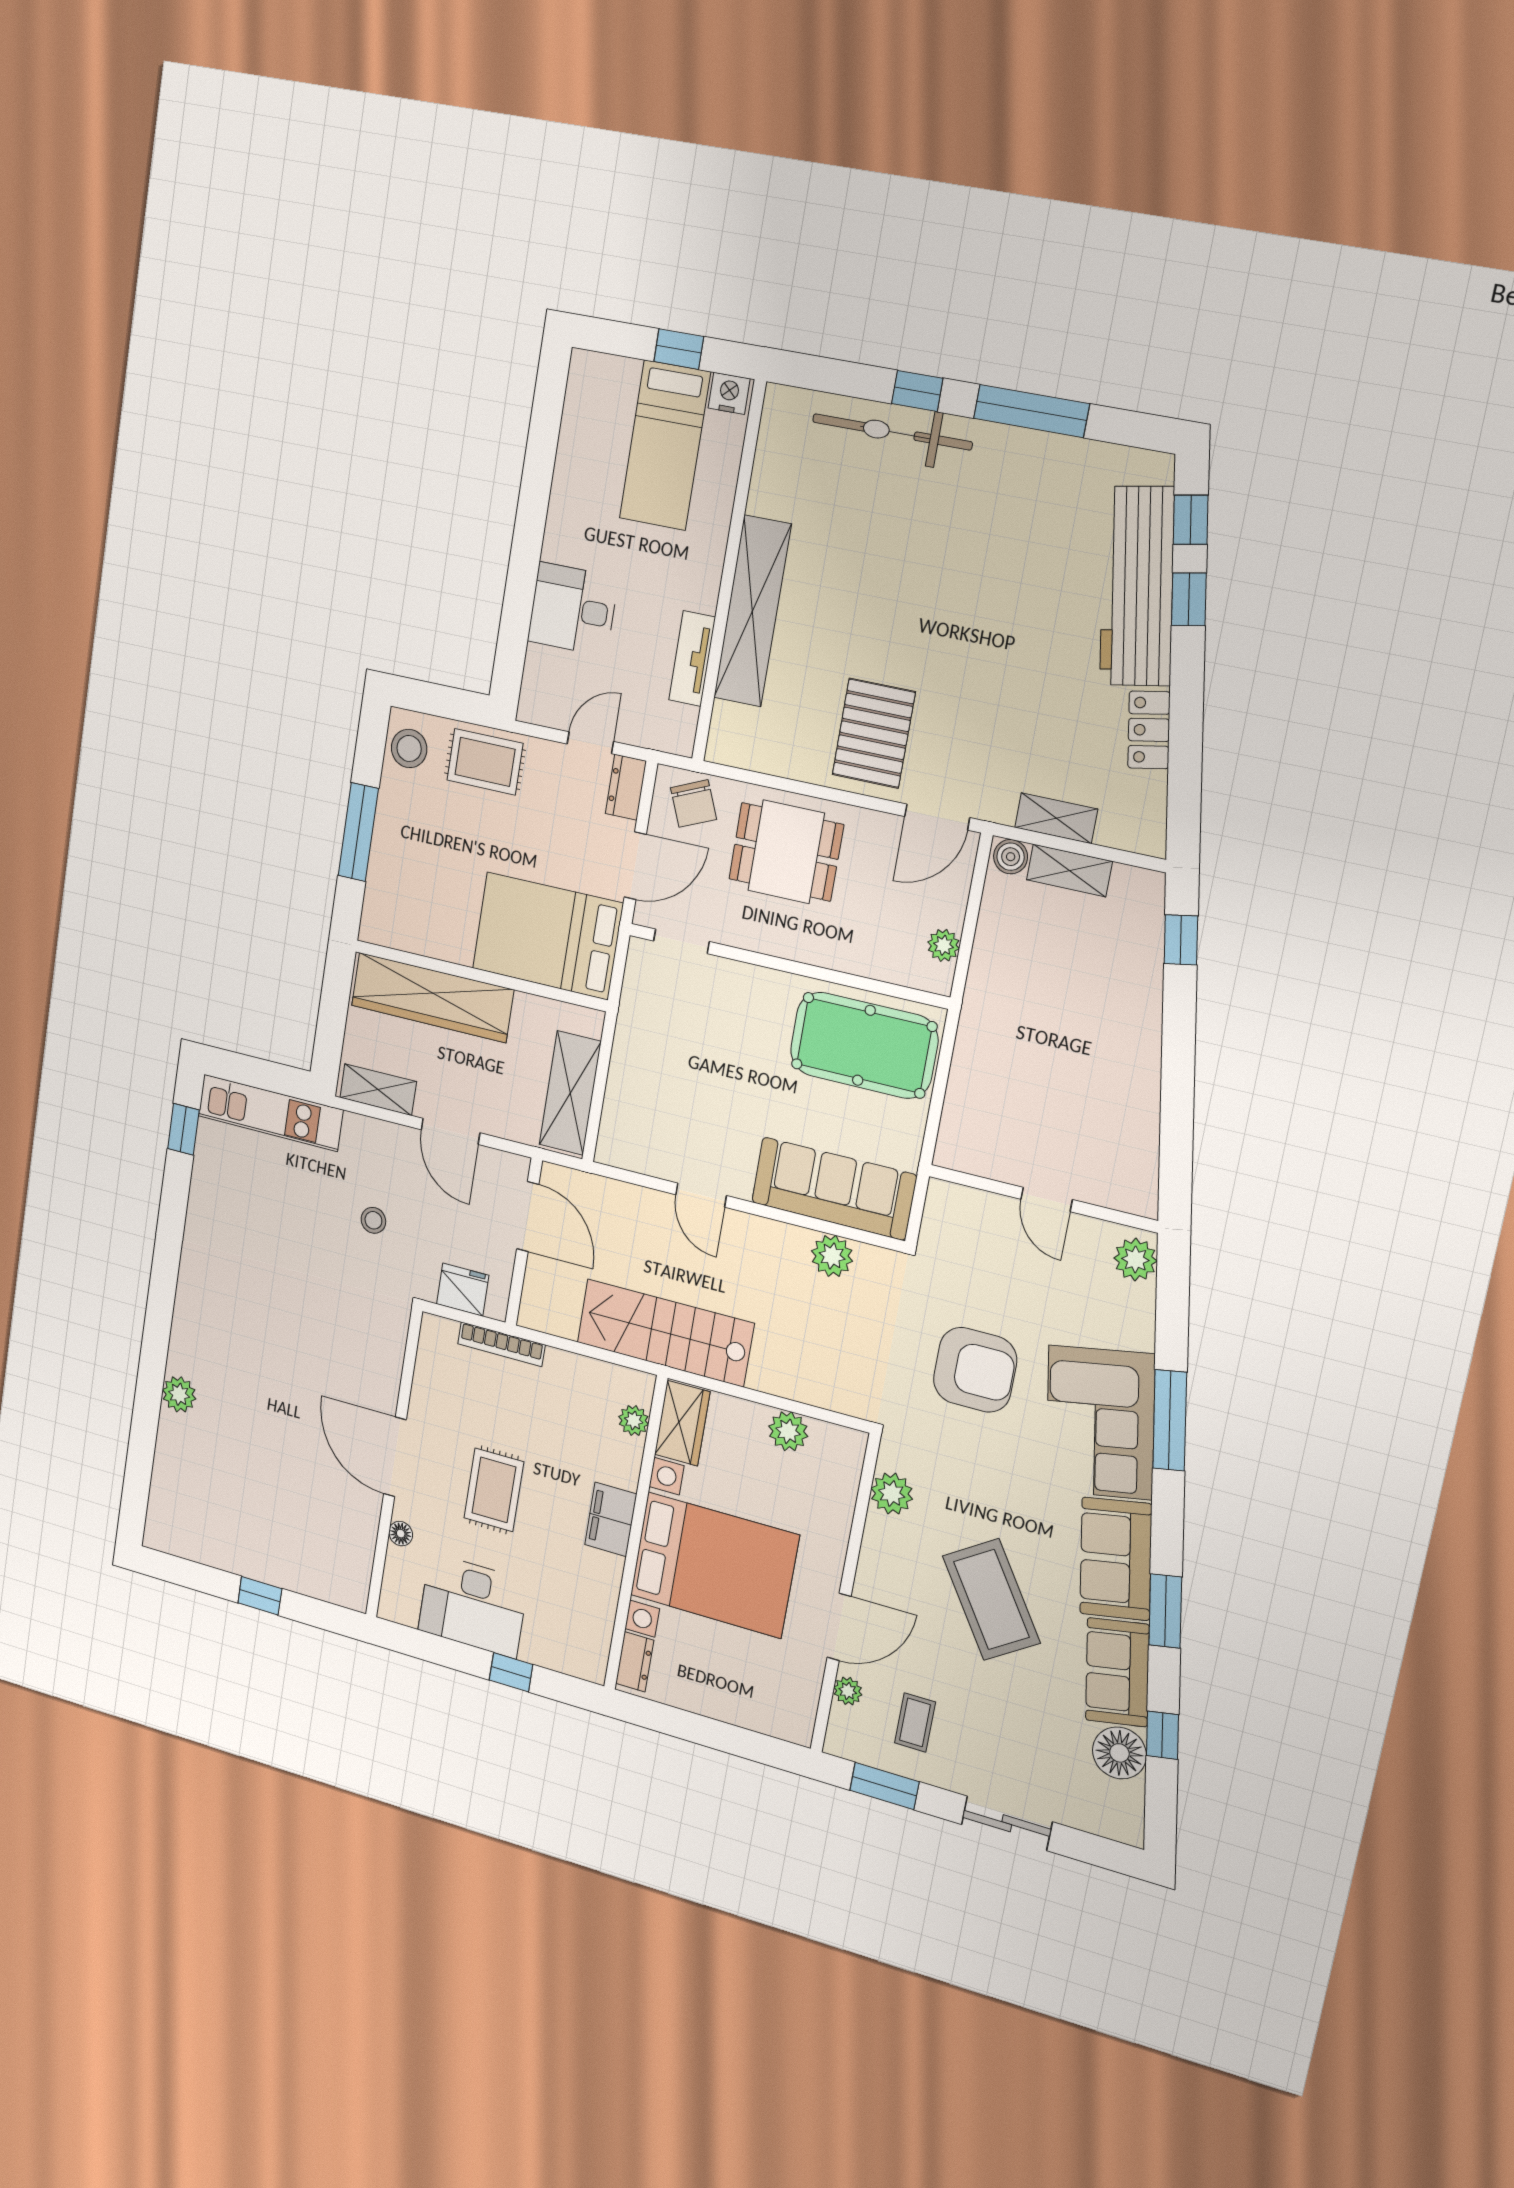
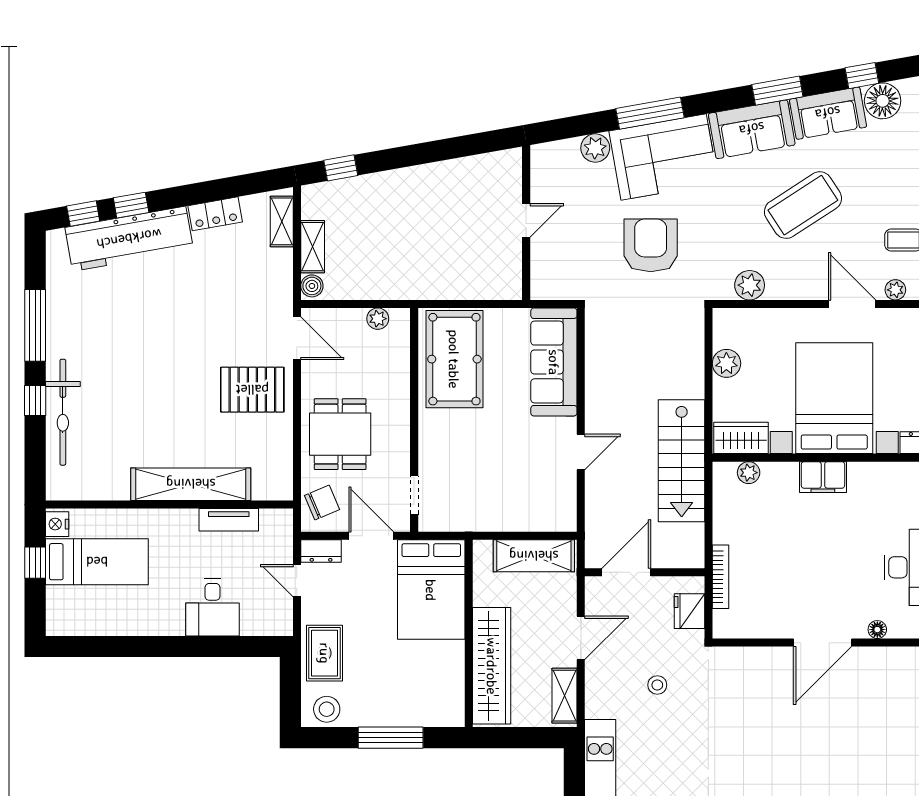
shelving: (1056, 818) -> (282, 221), moved
plant: (832, 1256) -> (599, 355), removed
plant: (1135, 1259) -> (595, 148), moved
rug: (494, 1490) -> (826, 565), removed

